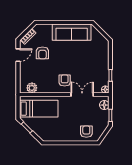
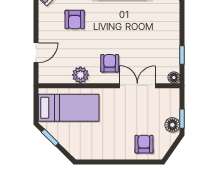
door: (18, 55) -> (36, 53), moved
plant: (32, 88) -> (80, 75), moved
floor lamp: (104, 105) -> (172, 125), moved

